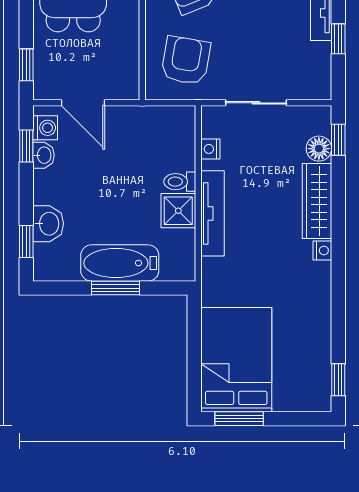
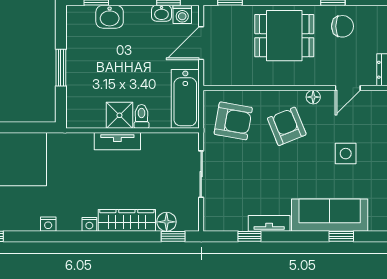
nightstand: (210, 149) -> (48, 224), moved, turned 180
tv unit: (213, 213) -> (117, 141), width x0.71
bathtub: (120, 263) -> (185, 99), moved, turned 180

